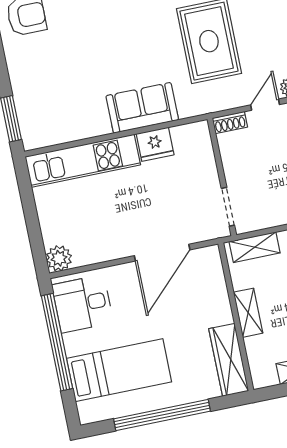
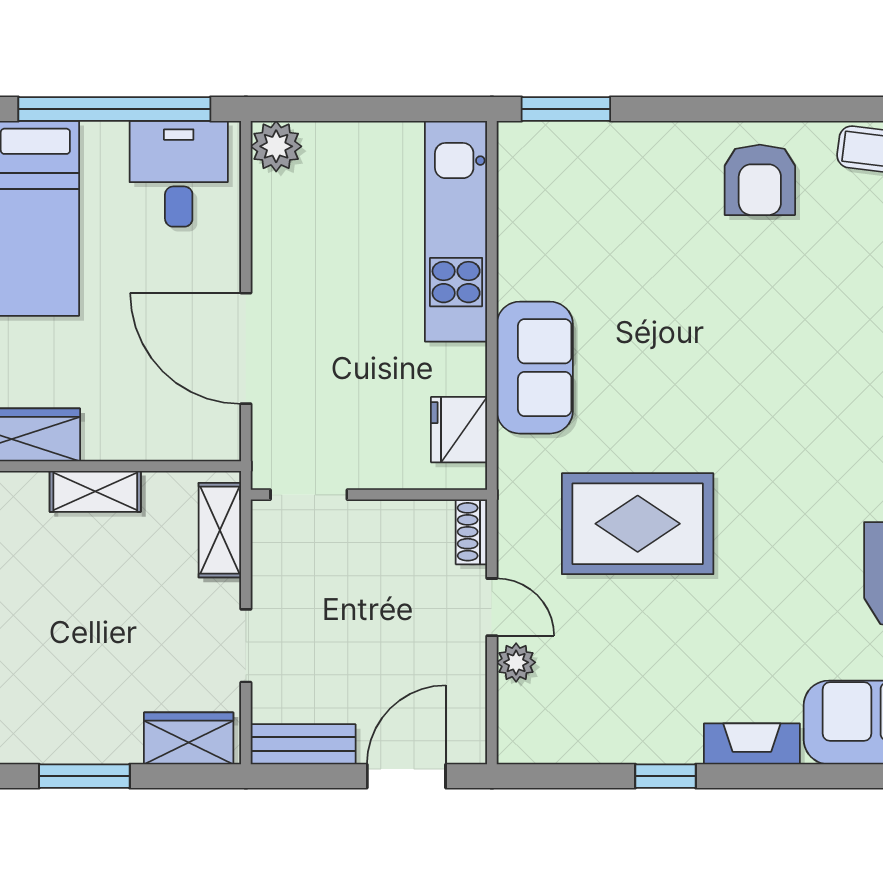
fridge: (155, 144) -> (459, 430), moved

